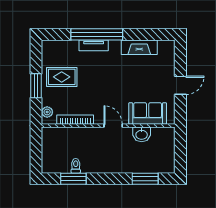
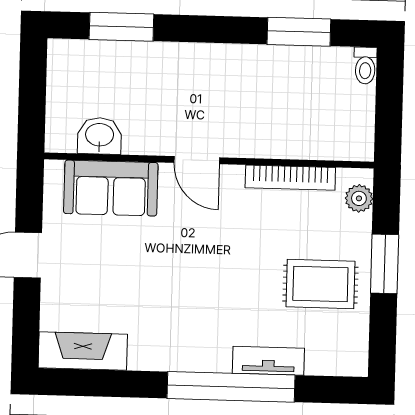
tv unit: (94, 45) -> (268, 361), moved
fireplace: (139, 47) -> (83, 351), moved
washbasin: (142, 134) -> (100, 136), moved
toilet: (76, 166) -> (365, 66), moved

